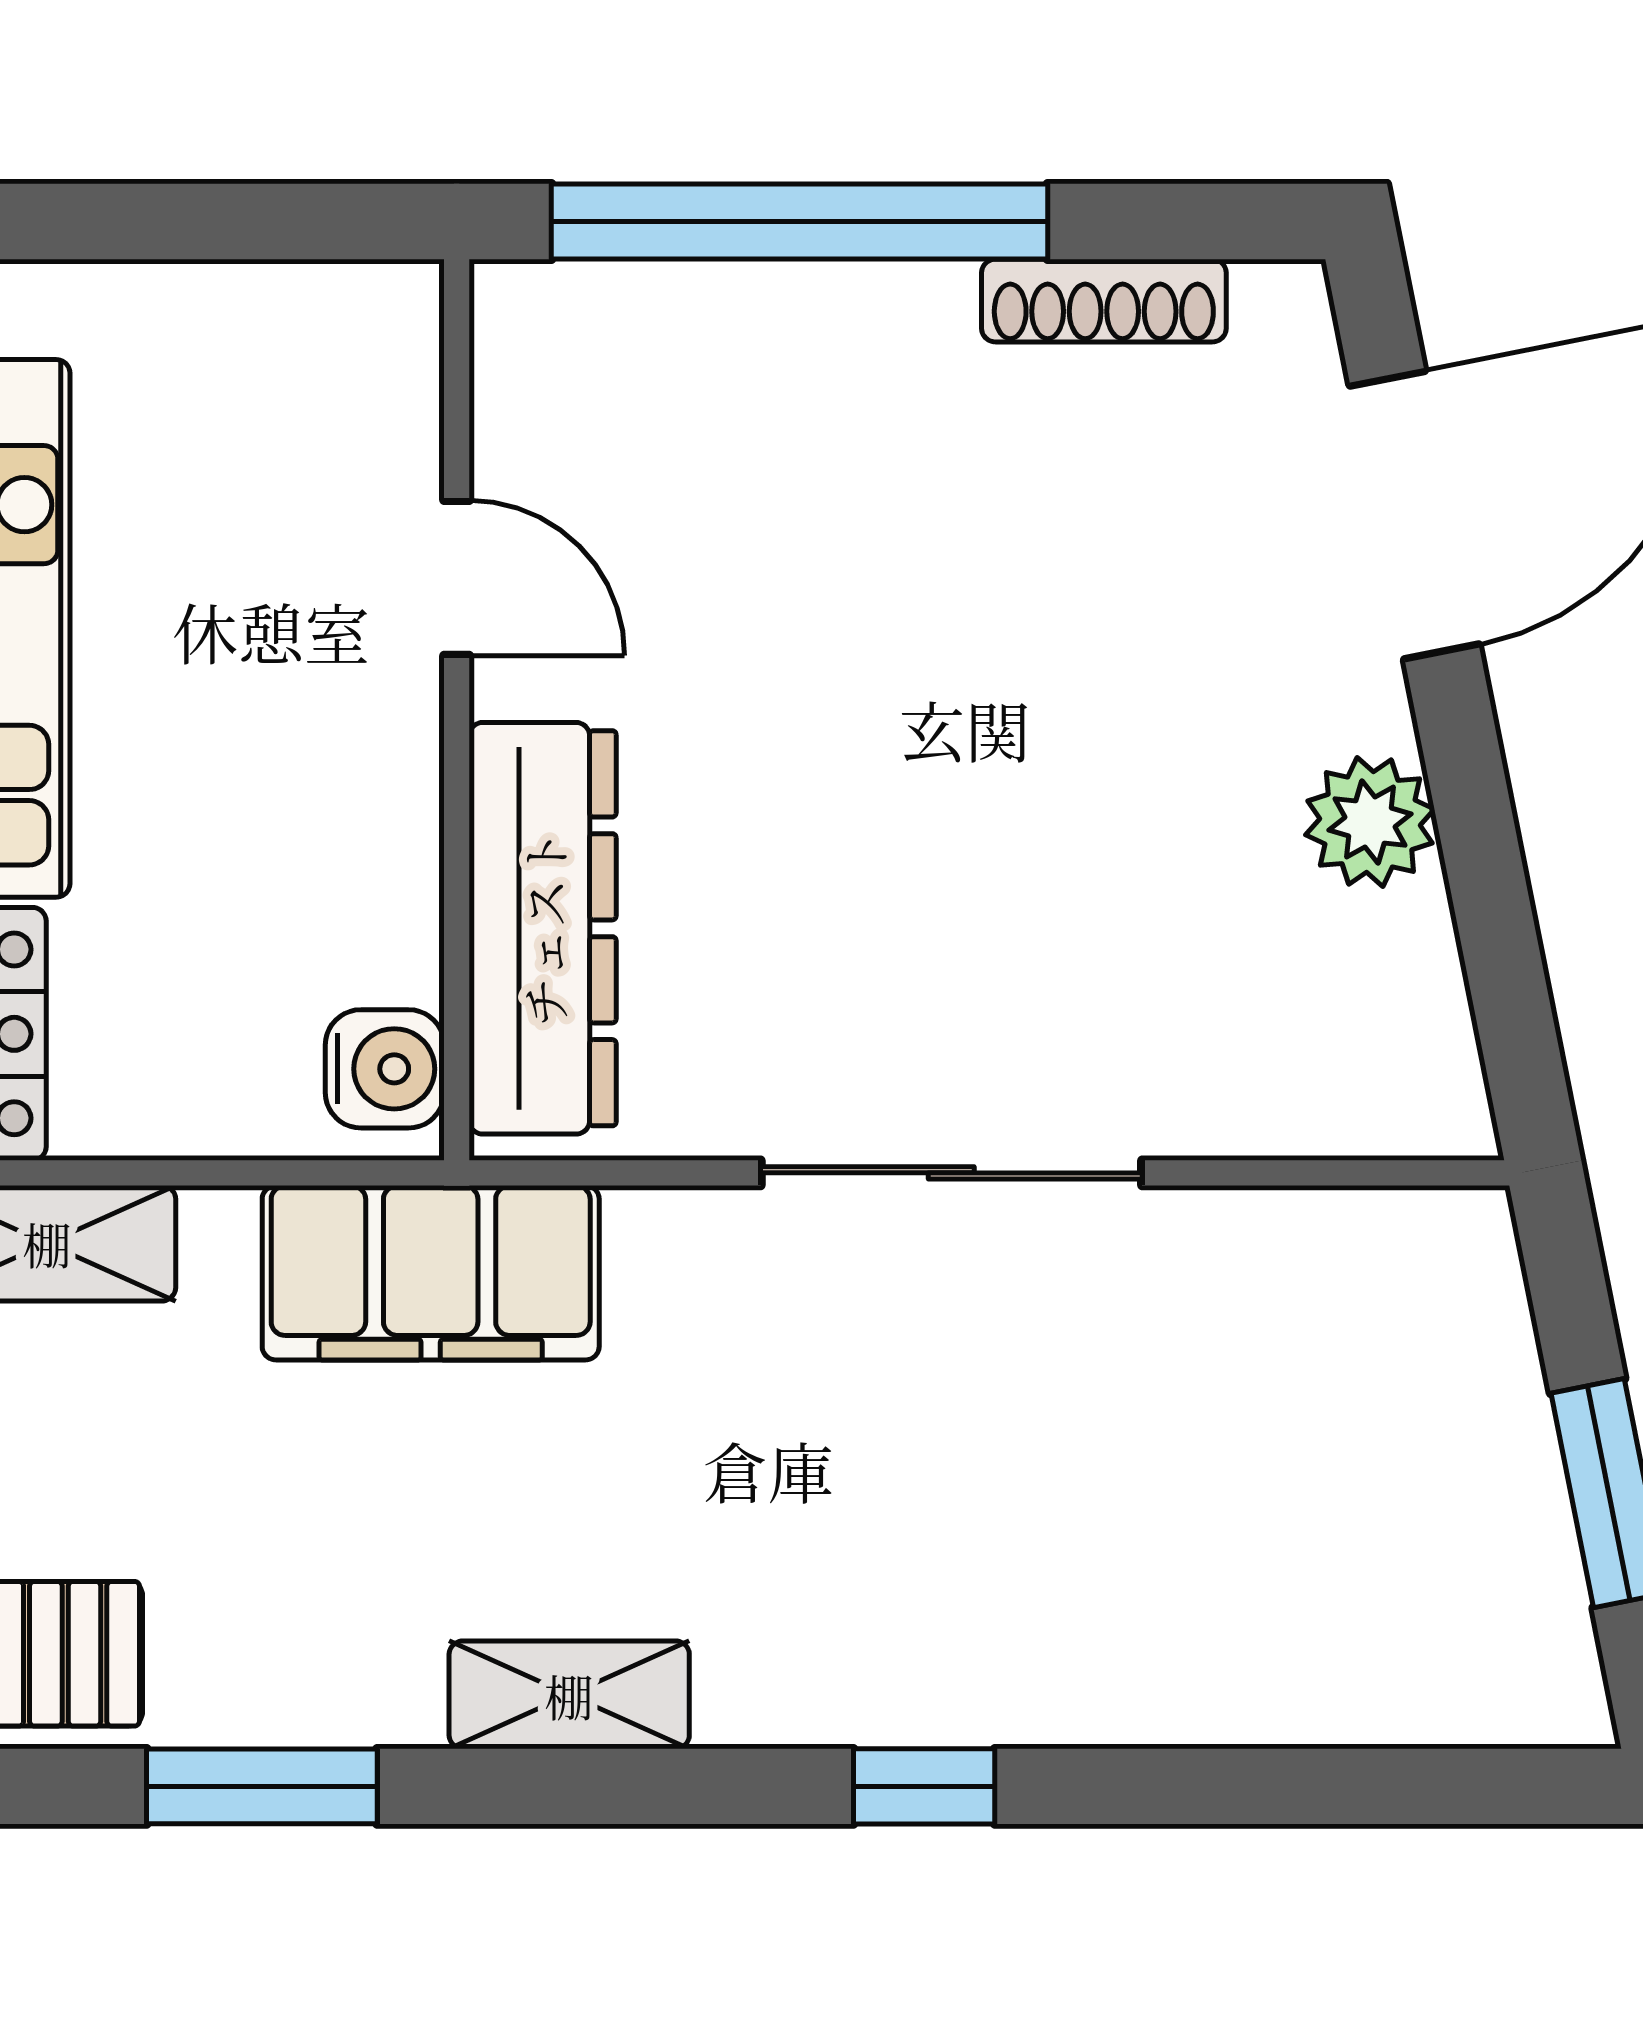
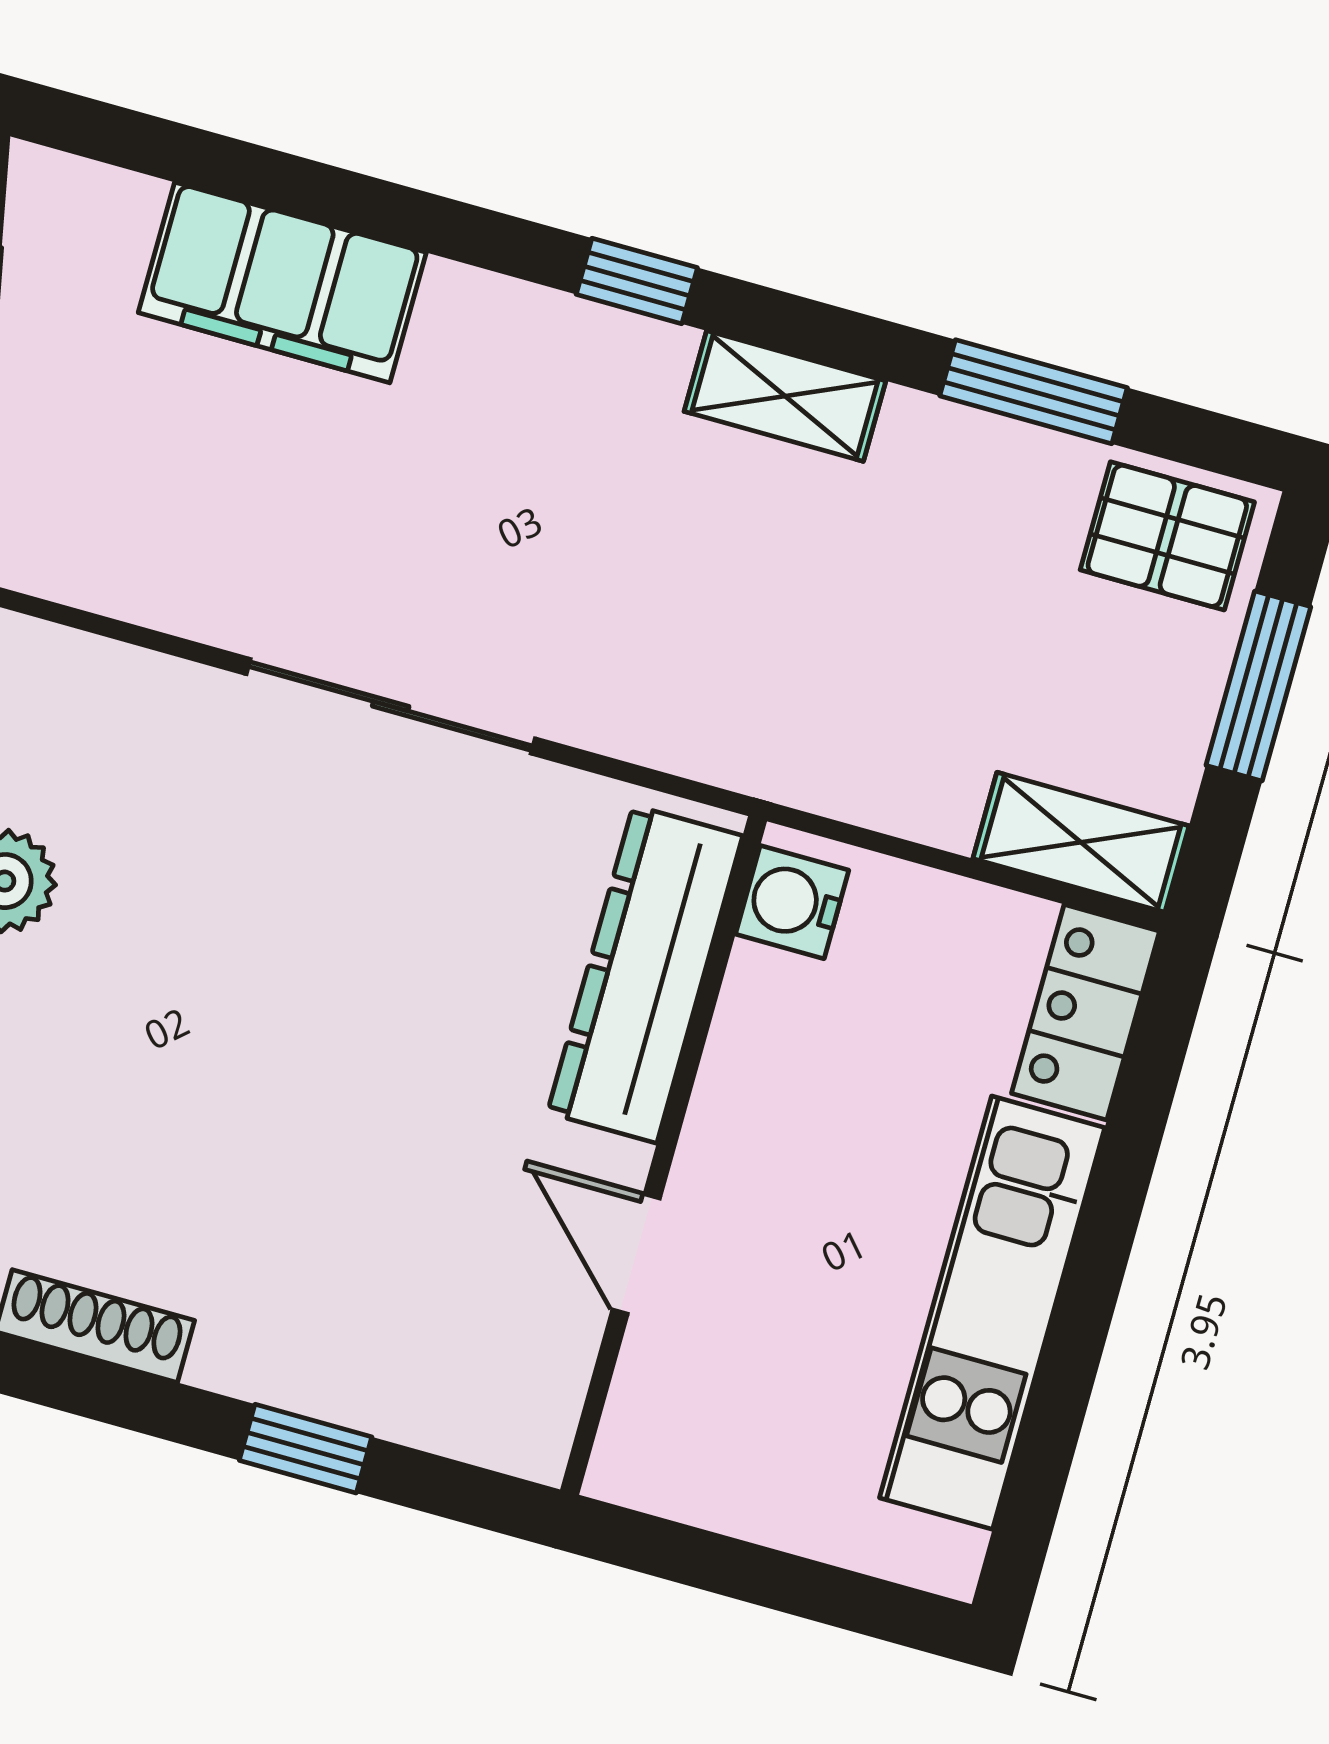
window: (799, 221) -> (306, 1449), width x0.32
filing cabinet: (431, 1273) -> (282, 283), moved, turned 180
window: (924, 1786) -> (637, 281), moved

